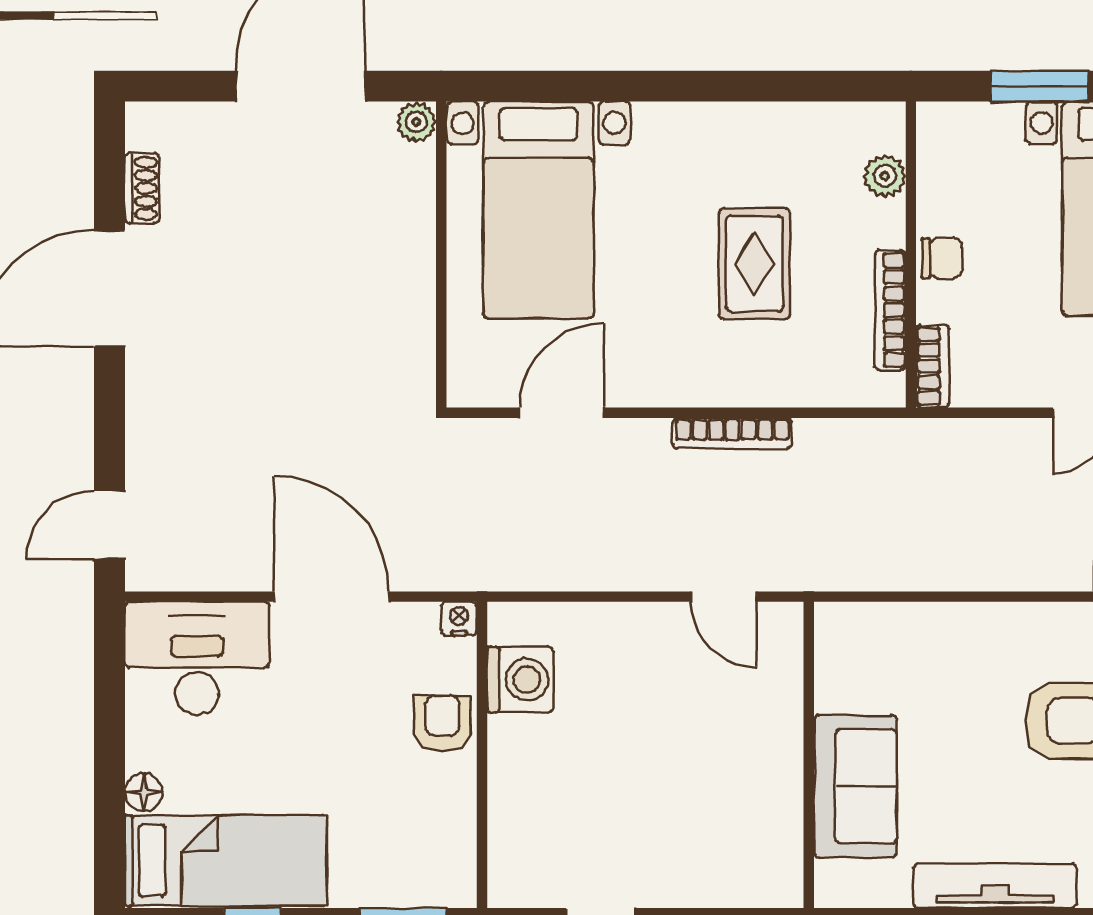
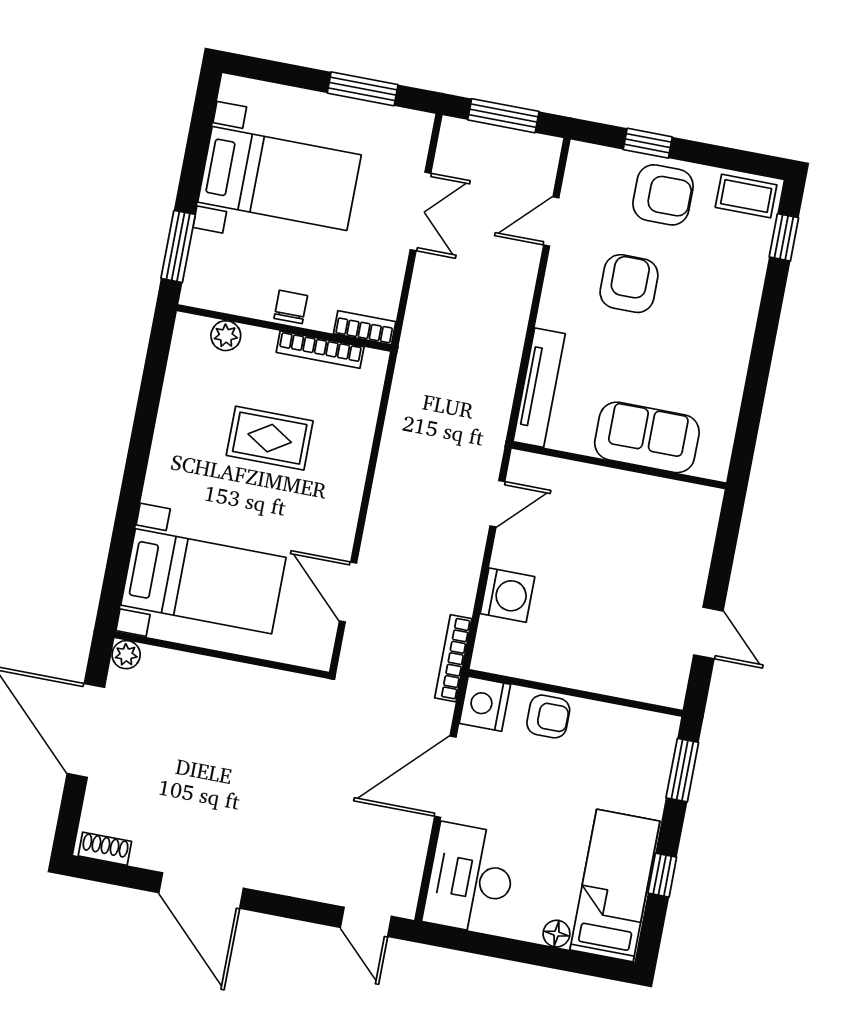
window: (1039, 86) -> (178, 246), moved
shoe rack: (142, 188) -> (105, 849), moved
bookcase: (732, 433) -> (453, 658), moved, turned 180
nightstand: (459, 619) -> (485, 704), width x1.89, depth x1.79
washing machine: (520, 680) -> (507, 595), moved, turned 90
armchair: (442, 723) -> (548, 716), turned 180
tv unit: (995, 886) -> (539, 388), moved, turned 180

